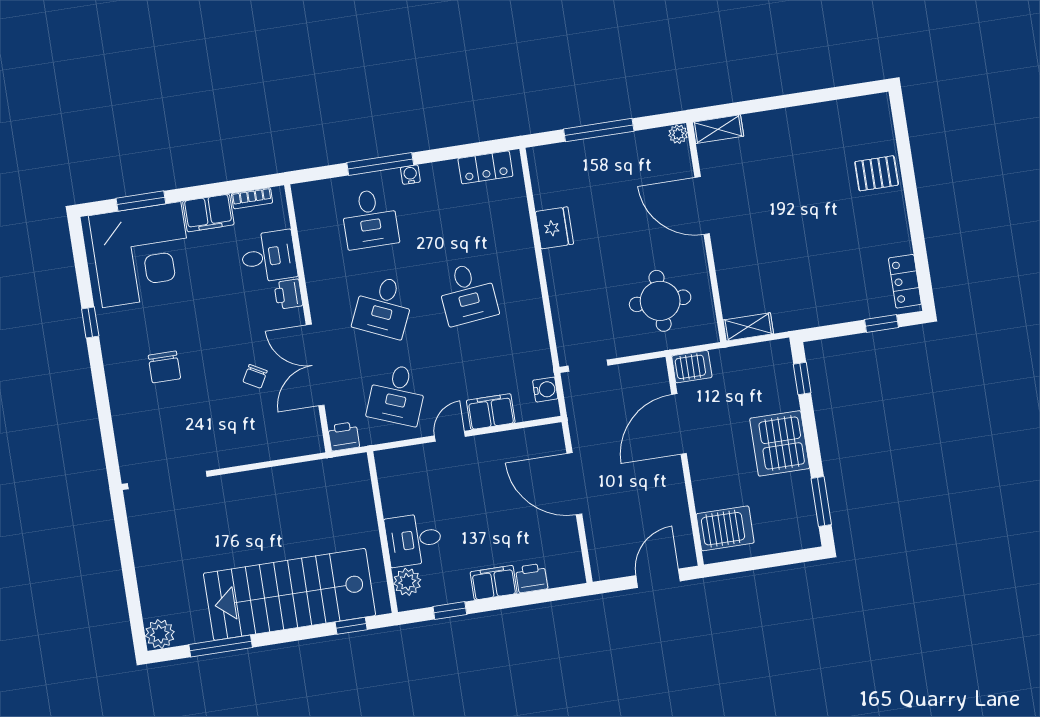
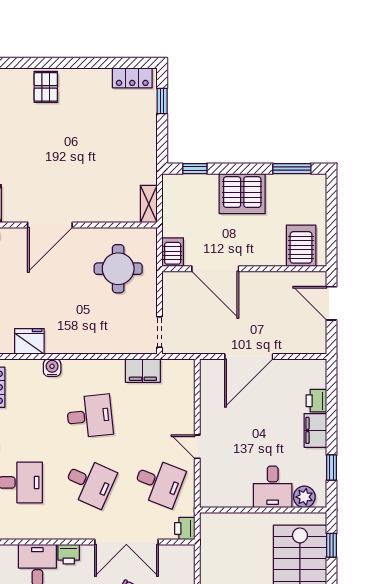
fridge: (554, 228) -> (29, 341), moved
water cooler: (545, 390) -> (52, 368), moved
filing cabinet: (491, 412) -> (143, 371), moved, turned -90

